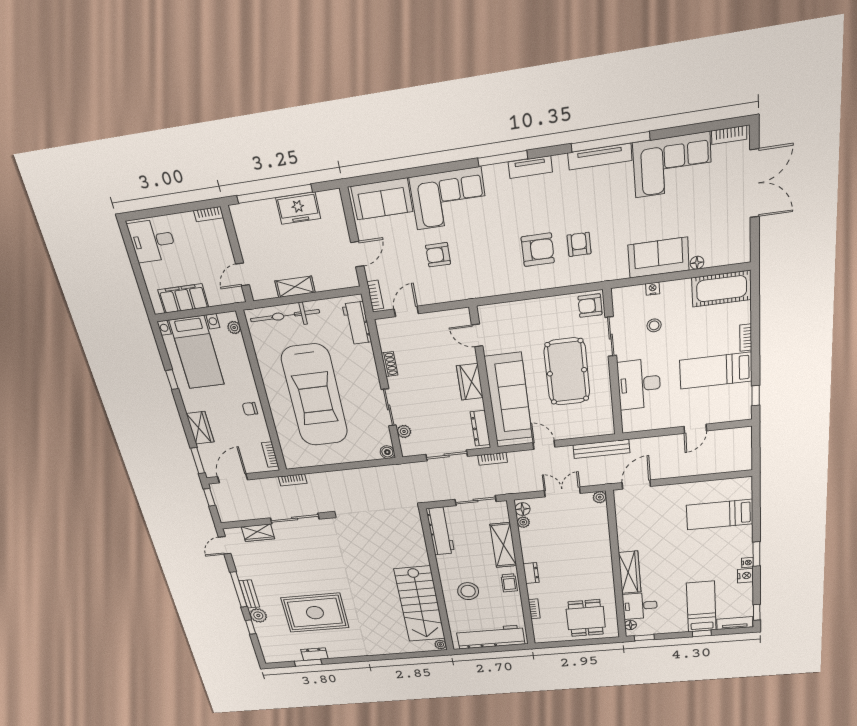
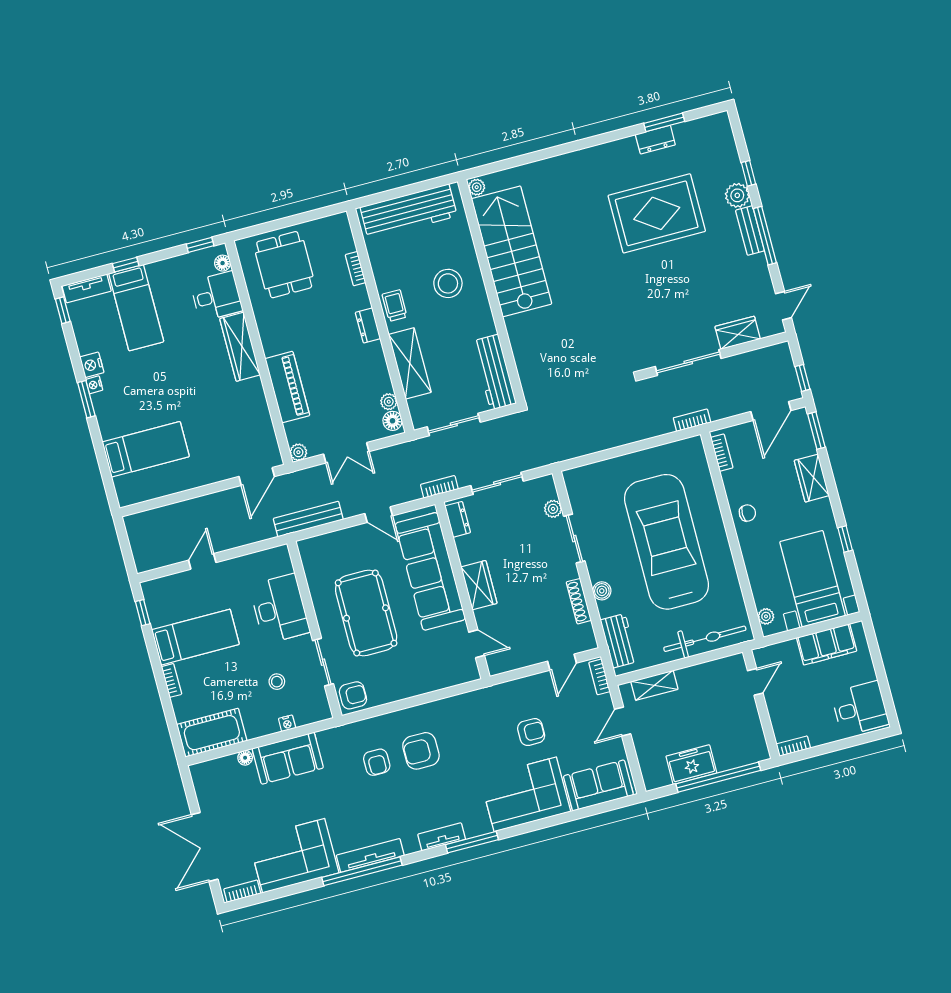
shelving: (295, 287) -> (654, 685), moved
shoe rack: (389, 364) -> (579, 601), width x1.43
dresser: (480, 428) -> (458, 519), width x0.70
boiler: (387, 452) -> (602, 591), moved
piano: (599, 542) -> (287, 387), added

